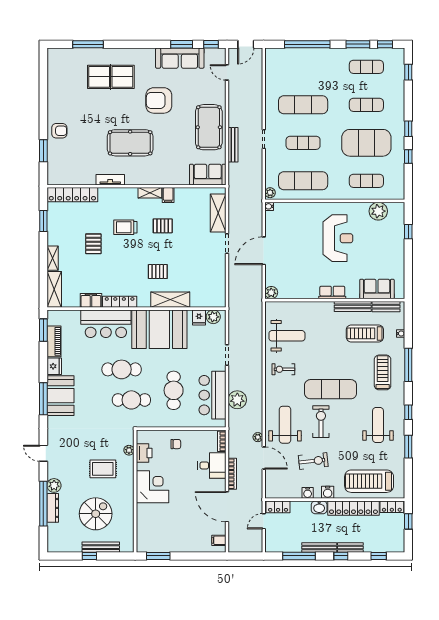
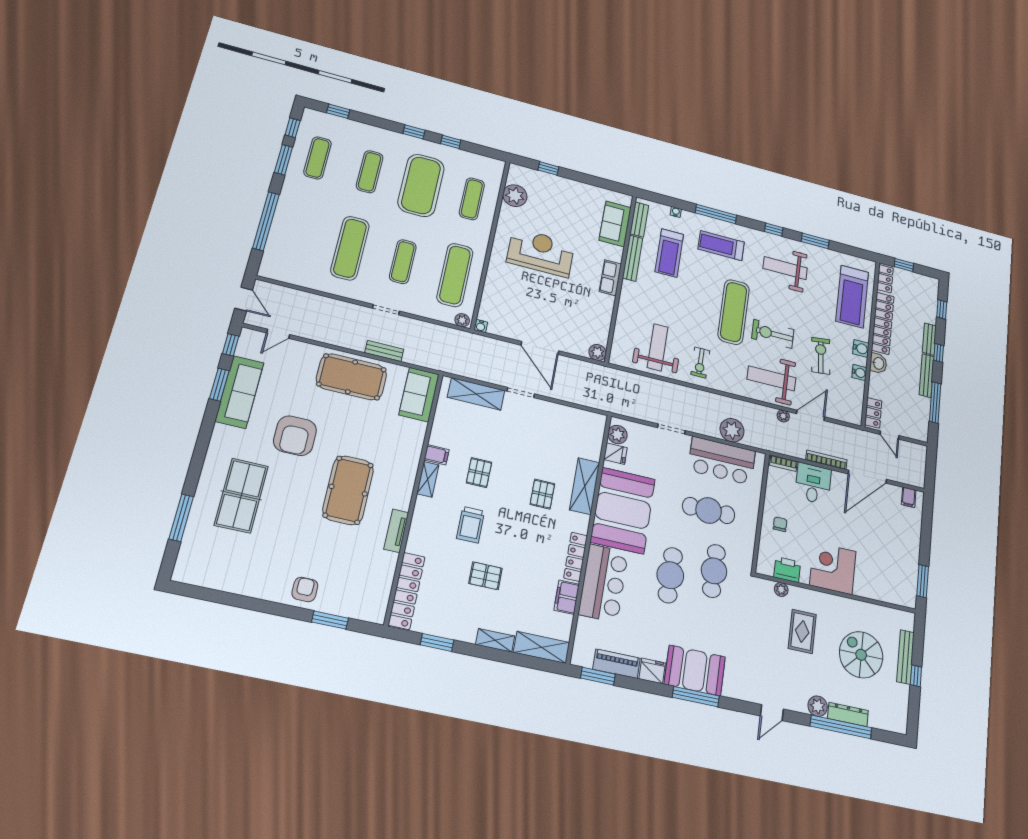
bench: (233, 145) -> (384, 351), width x0.73

